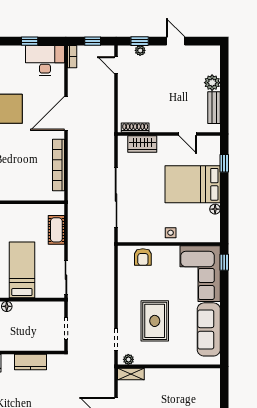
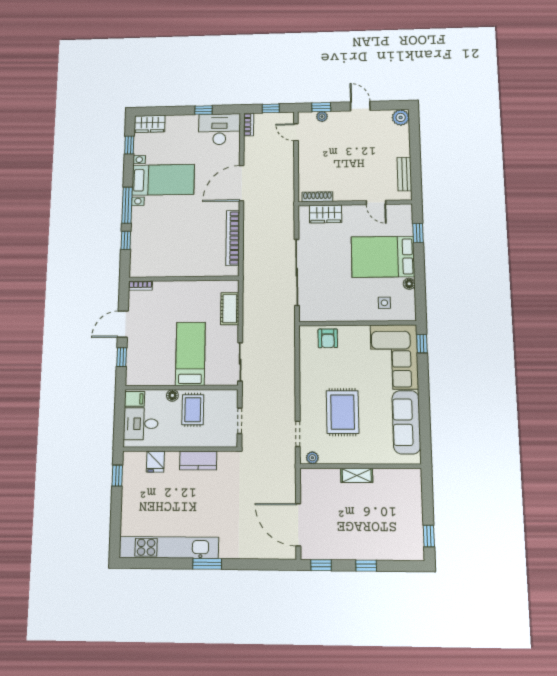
plant: (212, 83) -> (401, 117), moved
side table: (171, 233) -> (384, 303), moved
rug: (25, 319) -> (193, 410), added
shelving: (131, 374) -> (357, 475), moved

